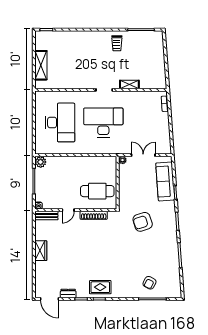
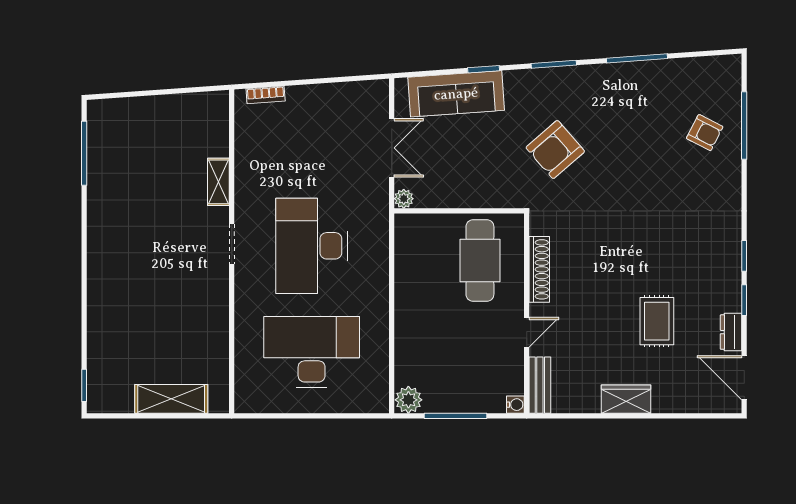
trolley: (117, 43) -> (117, 213), removed
double door: (143, 155) -> (392, 148), swing flipped
door: (68, 210) -> (527, 332), hinge flipped
armchair: (143, 222) -> (555, 150), turned 67
rug: (100, 287) -> (657, 321), moved
door: (50, 299) -> (744, 378), swing flipped

